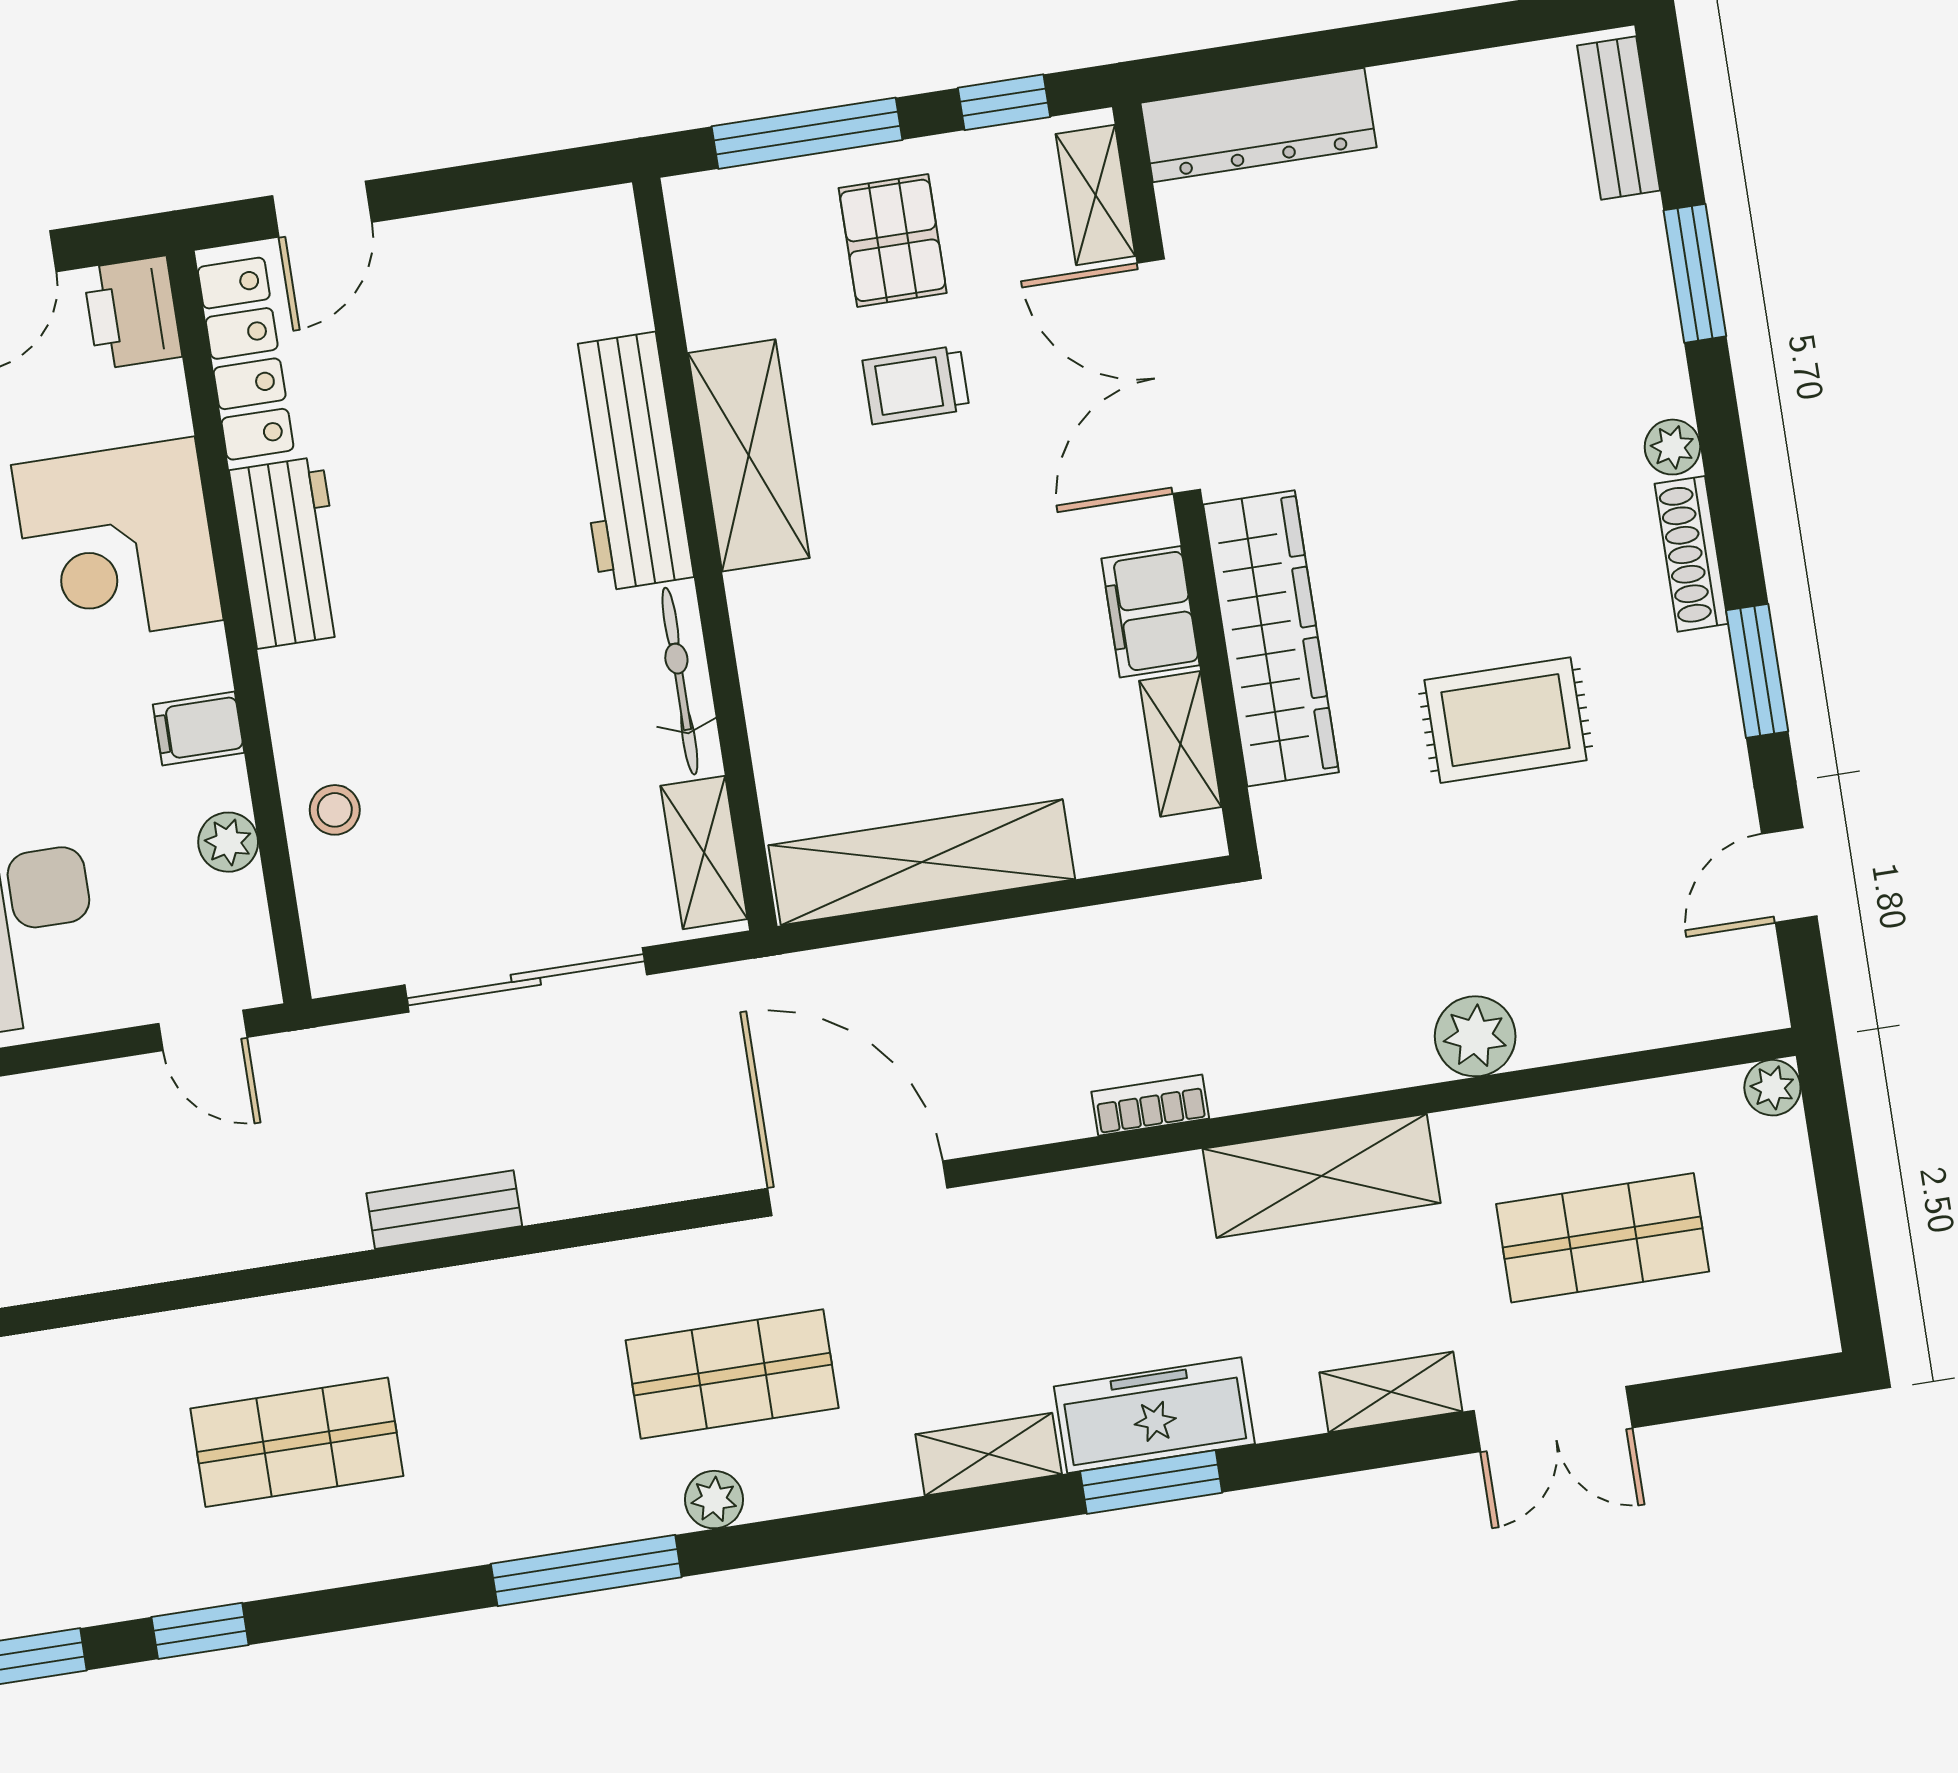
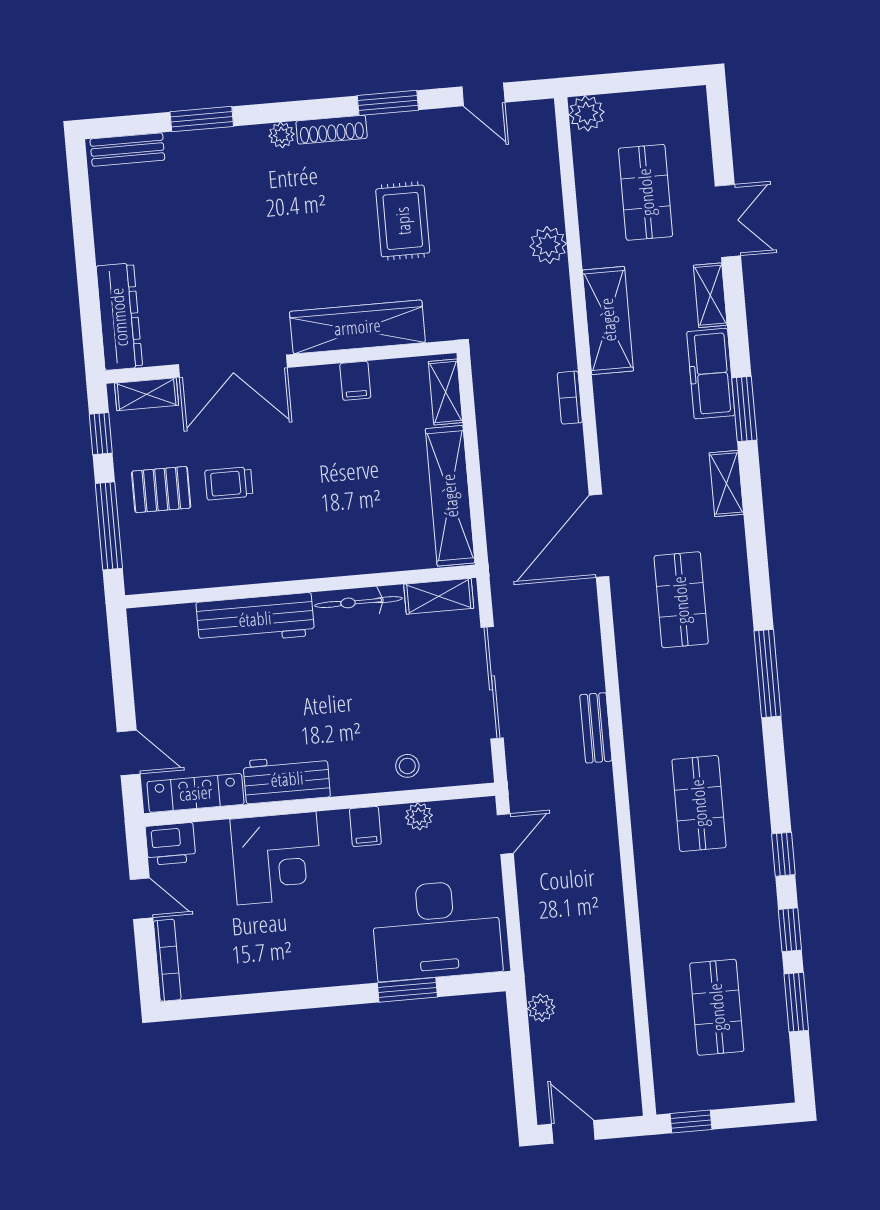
trolley: (916, 385) -> (229, 483), turned 90
shelving: (749, 455) -> (256, 563), removed
filing cabinet: (1150, 612) -> (355, 381), width x0.50
shelving: (1180, 744) -> (445, 392), moved, turned 90
plant: (1772, 1088) -> (587, 113), width x1.38, depth x1.38
freezer: (1154, 1415) -> (711, 374), moved
plant: (714, 1500) -> (739, 612), removed

